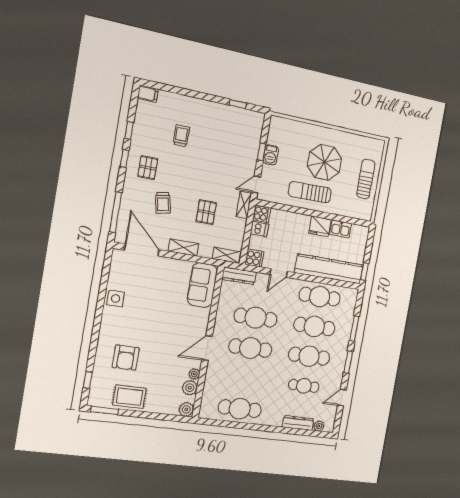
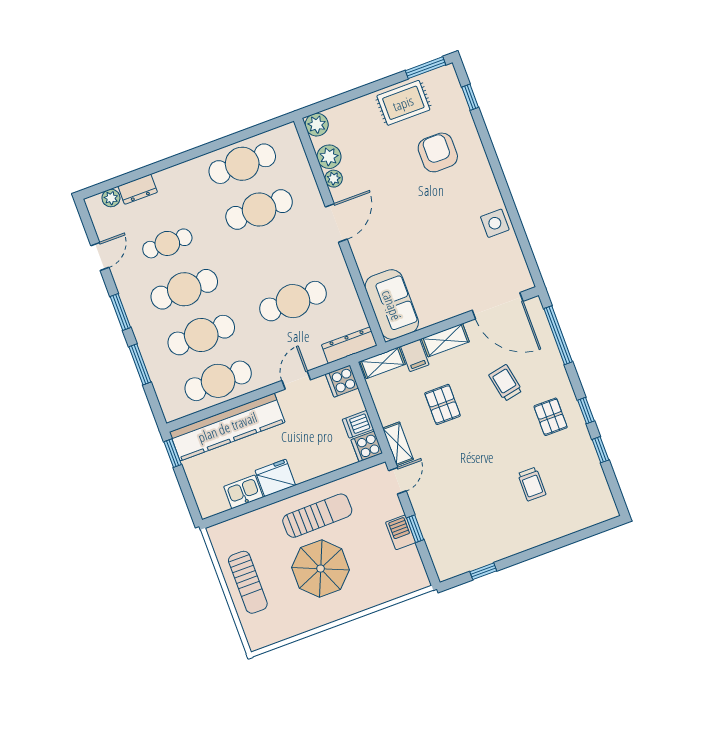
filing cabinet: (148, 94) -> (415, 356), moved, turned -90
cafe table: (250, 348) -> (259, 209), moved
dresser: (298, 423) -> (138, 189), width x0.70

